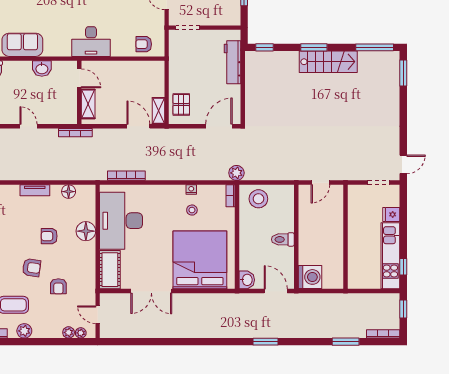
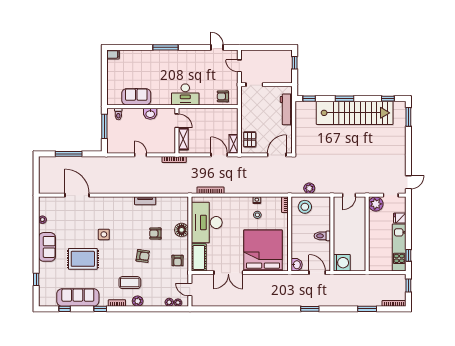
window: (375, 47) -> (388, 99), width x0.46
stairs: (328, 62) -> (355, 113), width x1.86, depth x1.51
plant: (236, 173) -> (309, 188), moved
floor lamp: (69, 192) -> (169, 202), removed
plant: (358, 195) -> (376, 204), added
armchair: (58, 286) -> (178, 260), moved

